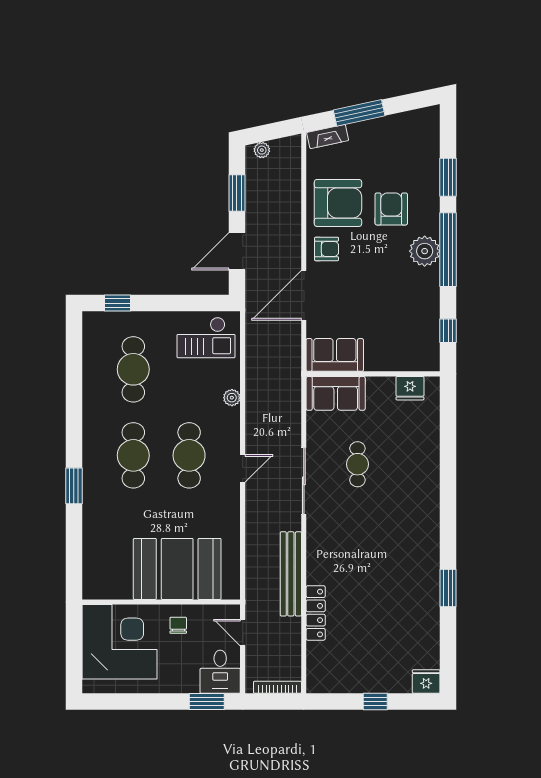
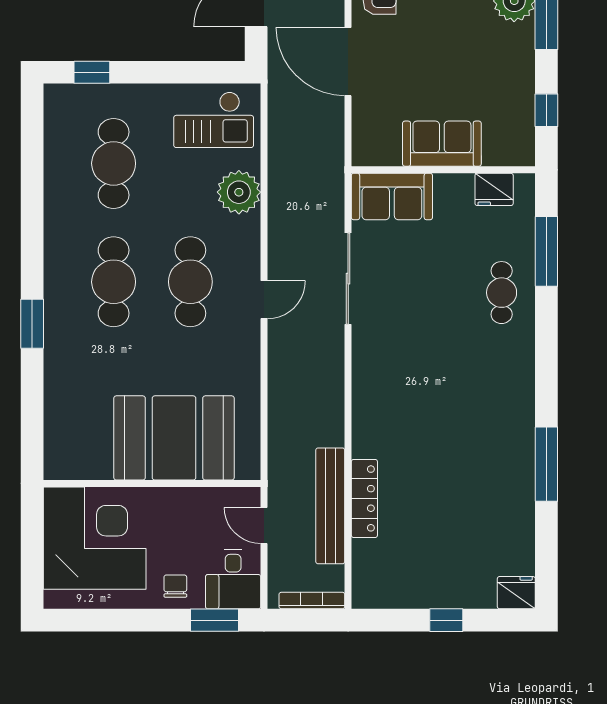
door: (304, 295) -> (348, 62), hinge flipped
sofa: (335, 355) -> (442, 144), moved
plant: (232, 398) -> (239, 192), width x1.88, depth x1.88
window: (448, 433) -> (546, 251), added
cafe table: (357, 464) -> (502, 293), moved
sliding door: (304, 481) -> (348, 279), moved
bench: (291, 574) -> (330, 506), moved
window: (448, 588) -> (546, 464), width x1.44
chair: (178, 625) -> (175, 586), moved

